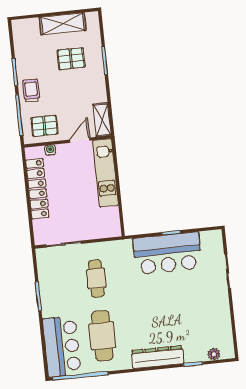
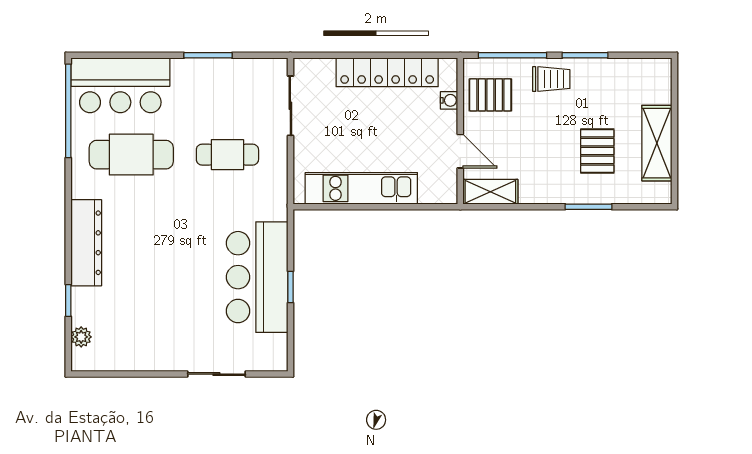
pallet: (44, 126) -> (490, 95), turned 90
kitchen unit: (105, 173) -> (361, 188), moved

